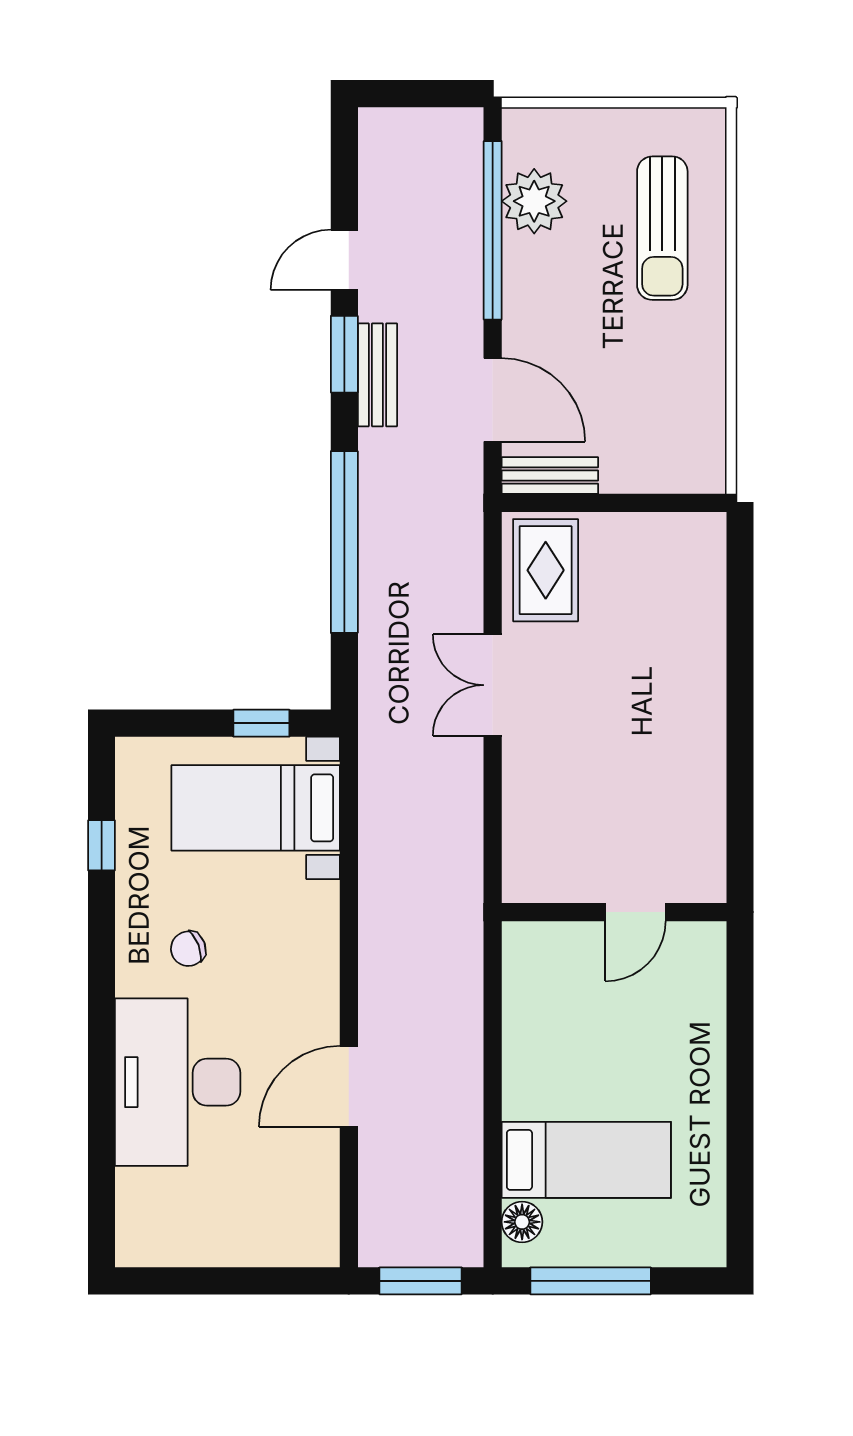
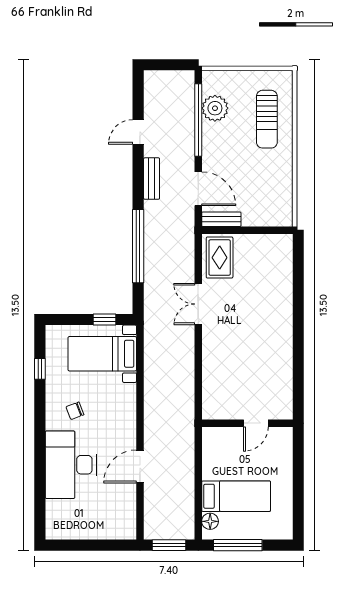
window: (344, 354) -> (138, 170), removed
wall: (614, 912) -> (247, 423), moved
door: (635, 912) -> (256, 423), moved

